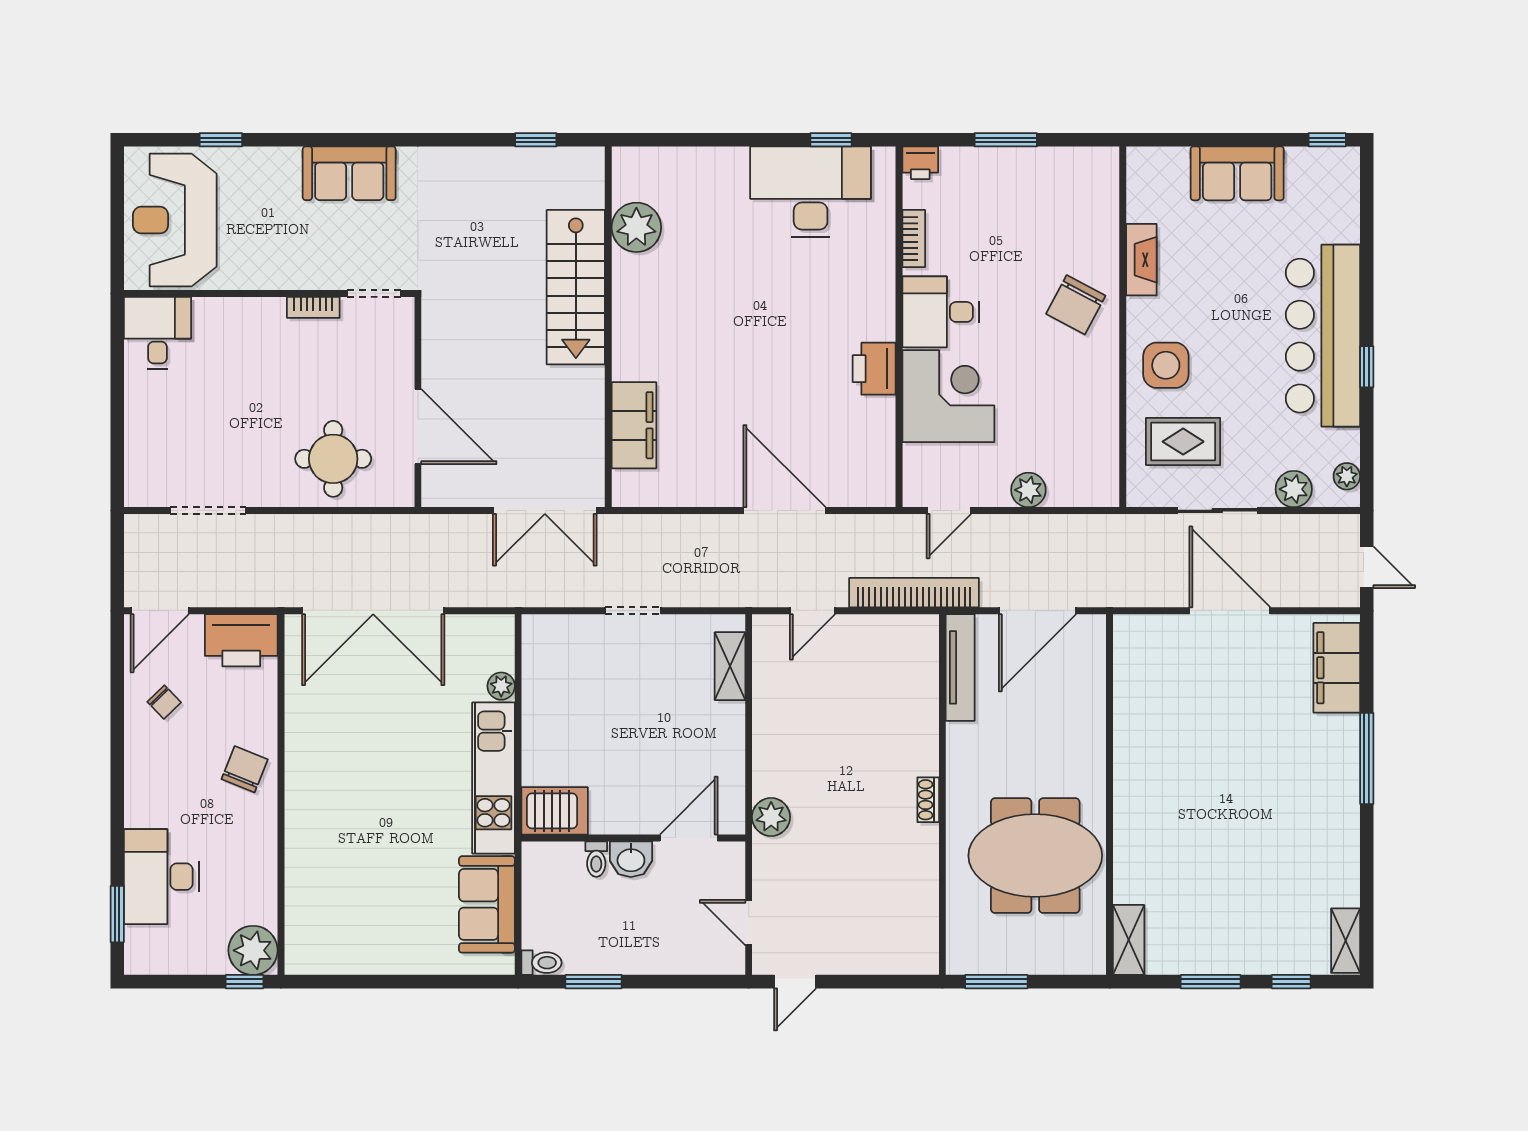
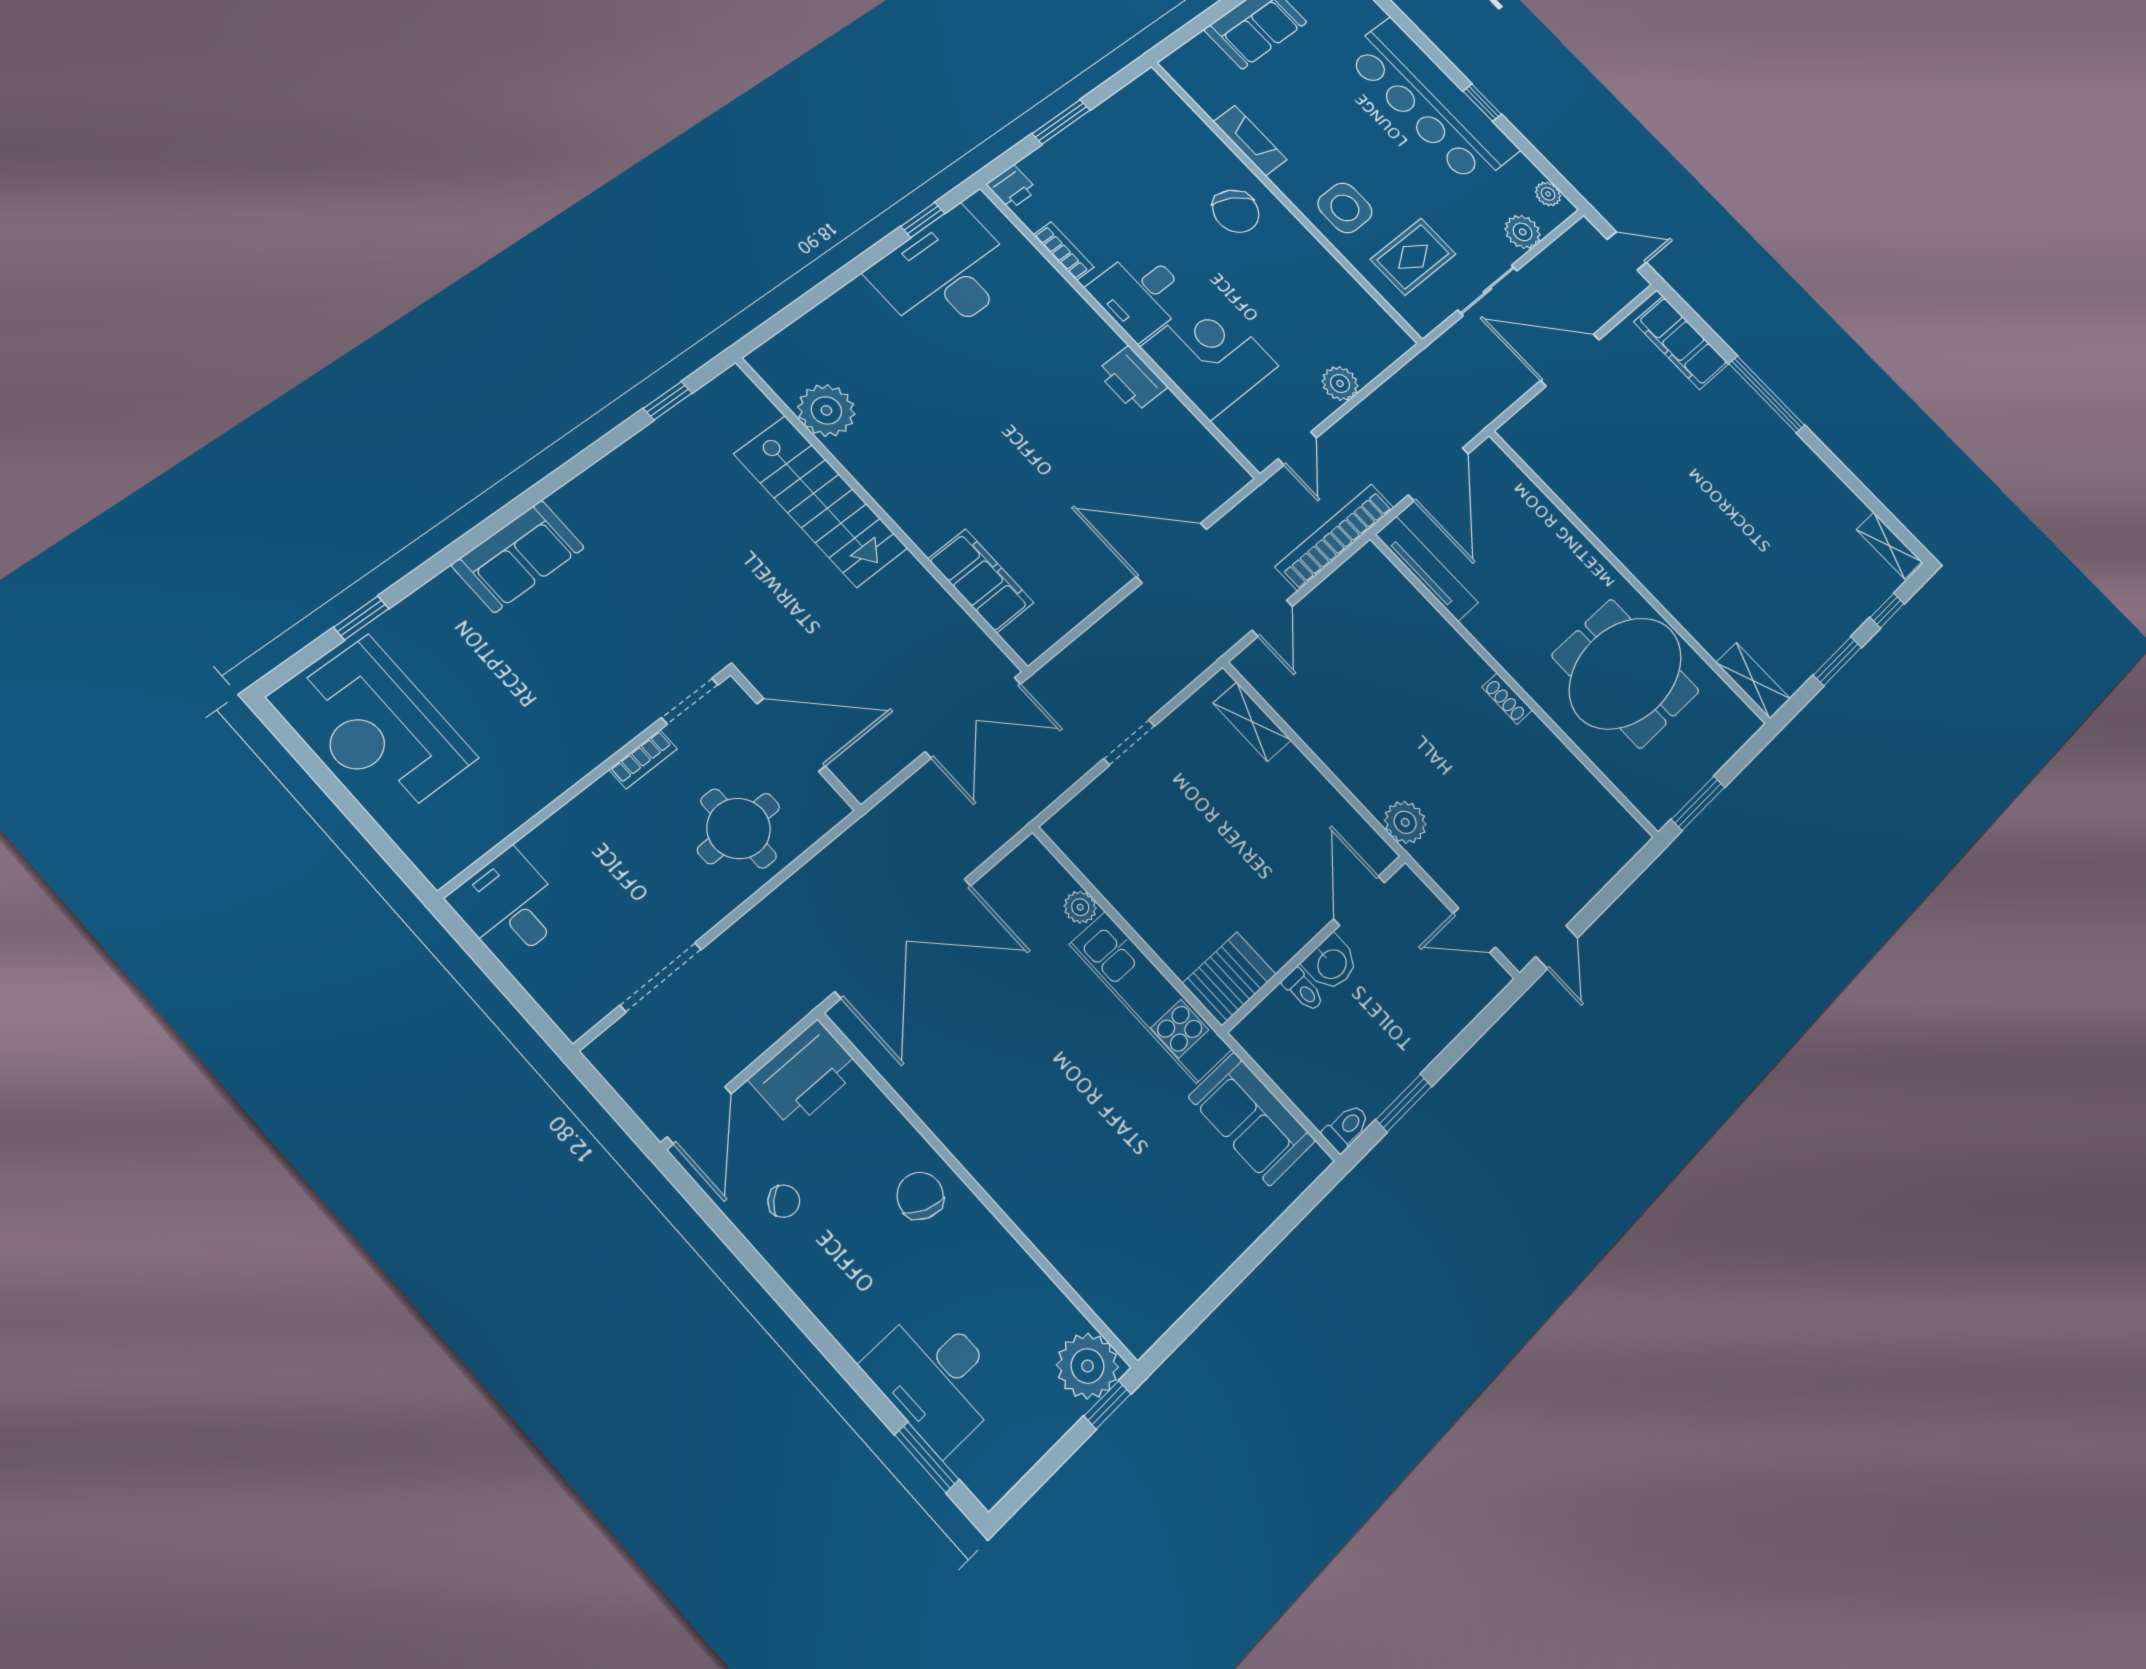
wall: (269, 293) -> (588, 780), moved
doorway: (374, 293) -> (690, 701), moved
bookcase: (313, 307) -> (643, 759), moved
desk: (157, 333) -> (509, 906), moved

